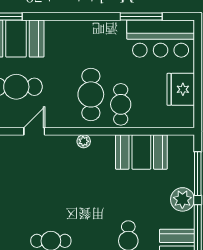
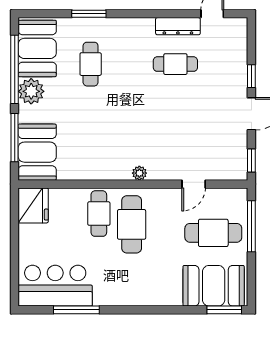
fridge: (181, 89) -> (33, 205), moved
booth: (141, 152) -> (37, 152), moved, turned 90
plant: (182, 199) -> (31, 91), moved

